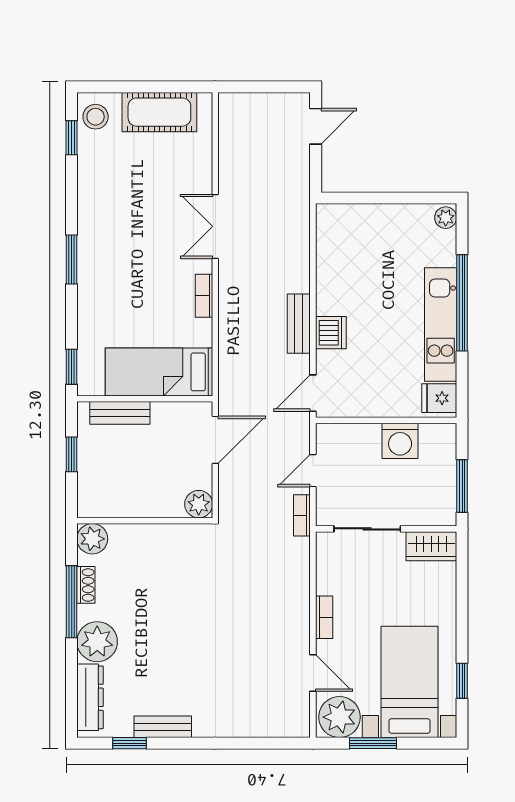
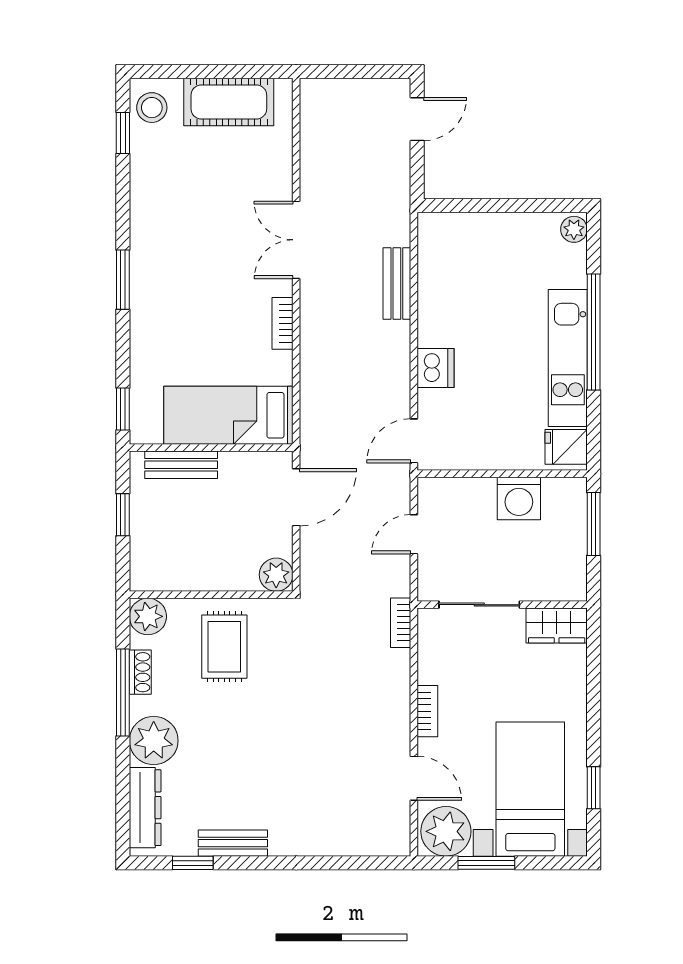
bench: (299, 324) -> (397, 283), moved
window: (462, 486) -> (594, 524), moved
bookcase: (302, 515) -> (401, 623), moved
rug: (156, 564) -> (224, 647), added

